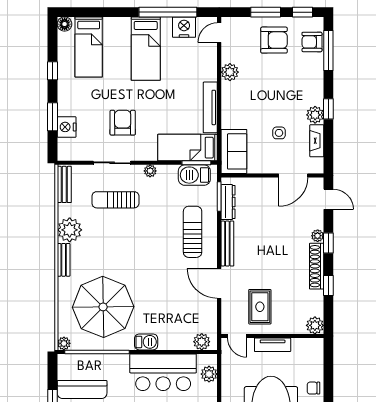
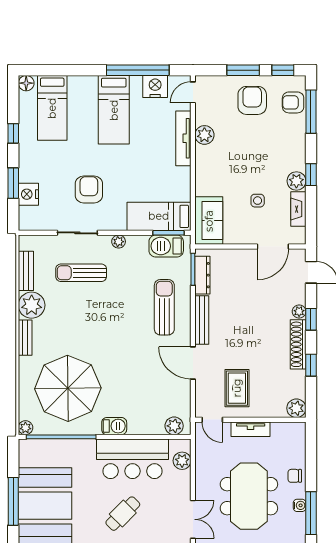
armchair: (274, 40) -> (252, 100), turned -90
tv unit: (210, 107) -> (183, 138), moved
bench: (64, 184) -> (26, 271), moved

